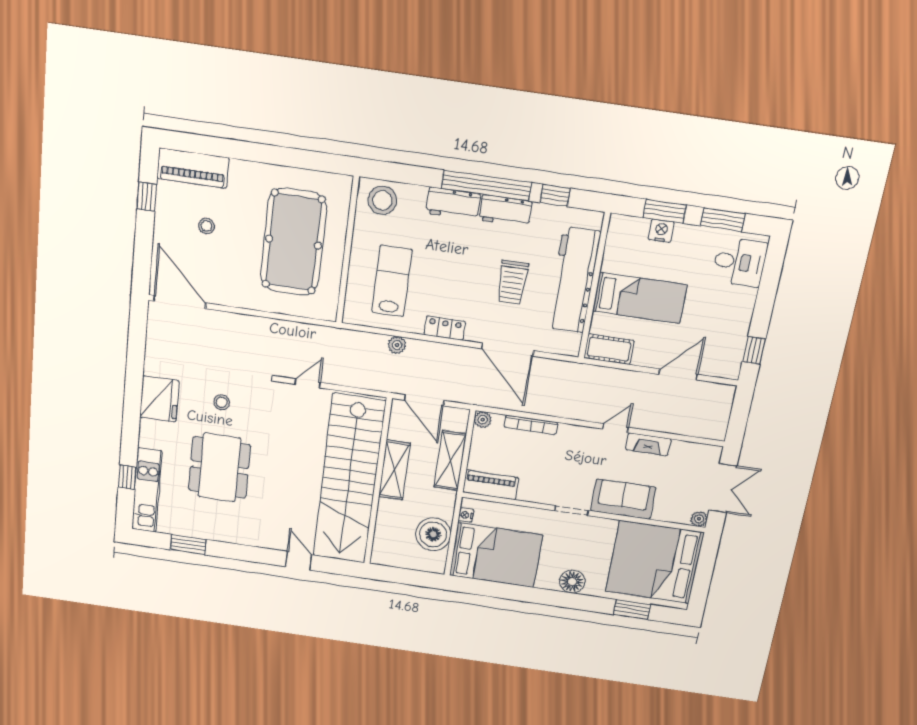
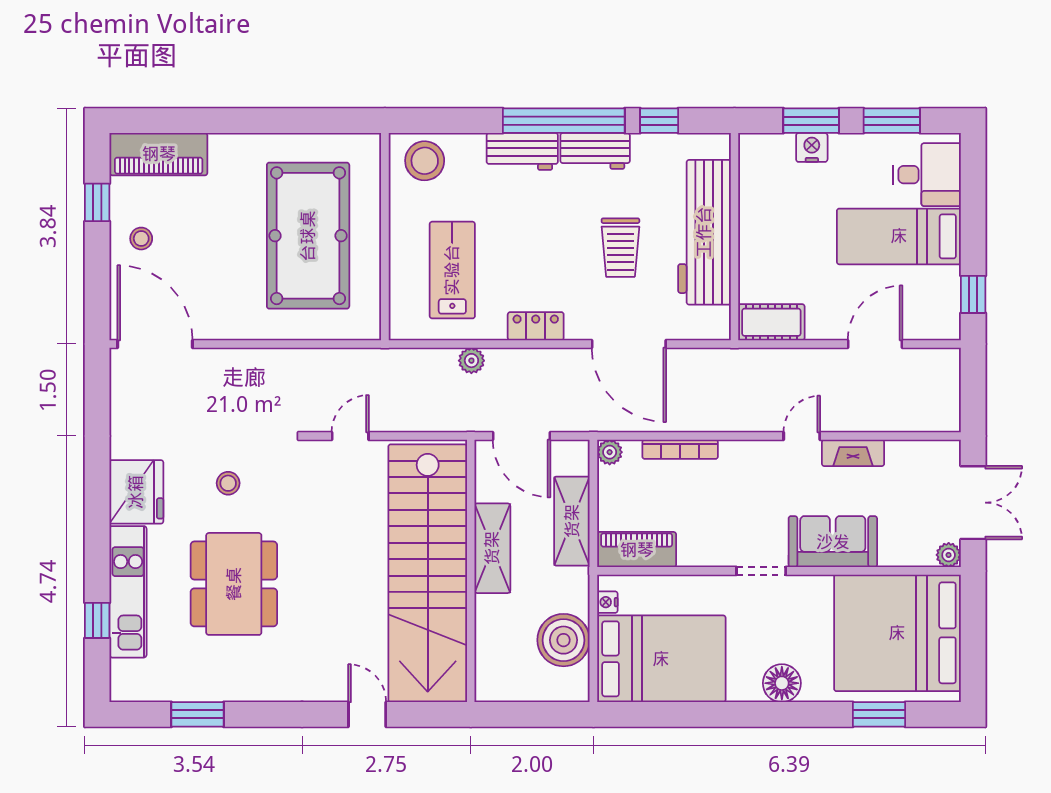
stool: (207, 226) -> (141, 239), moved
bed: (640, 298) -> (899, 236), moved, turned 180
kitchen unit: (147, 490) -> (128, 592), moved

